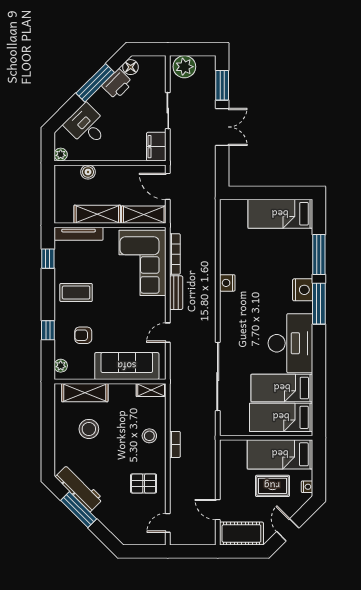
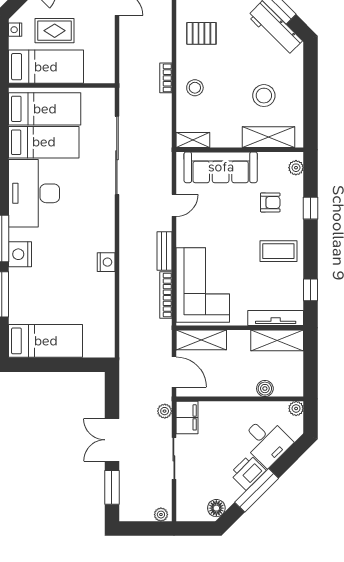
plant: (184, 67) -> (161, 515), width x0.53, depth x0.53
printer: (117, 84) -> (248, 472), moved
plant: (176, 152) -> (165, 411), added
shelving: (97, 214) -> (277, 340), moved

